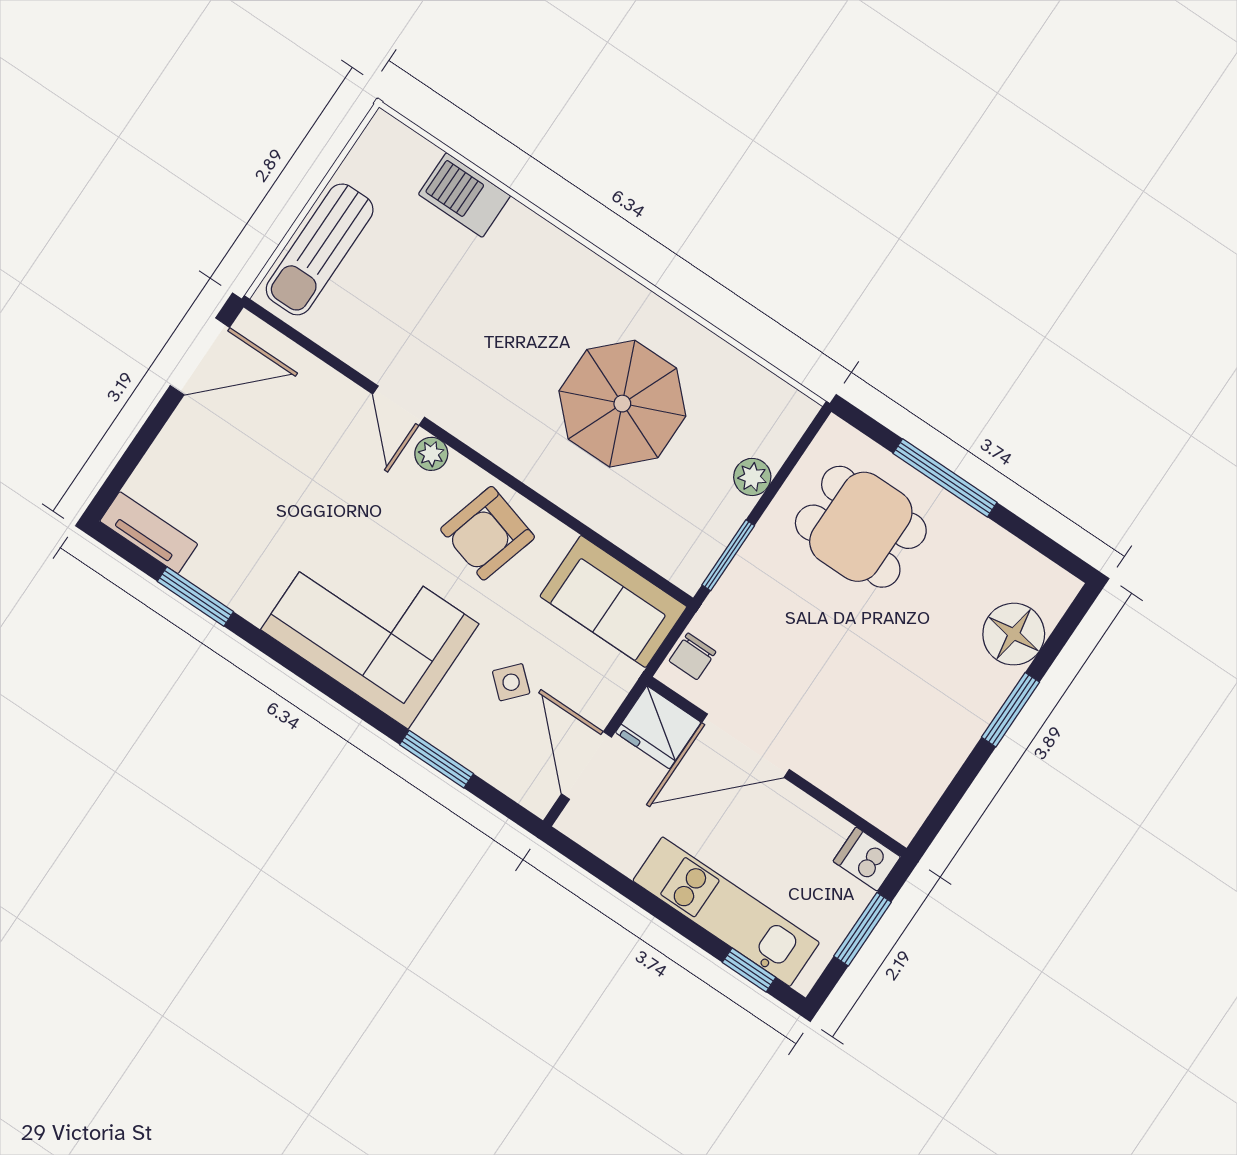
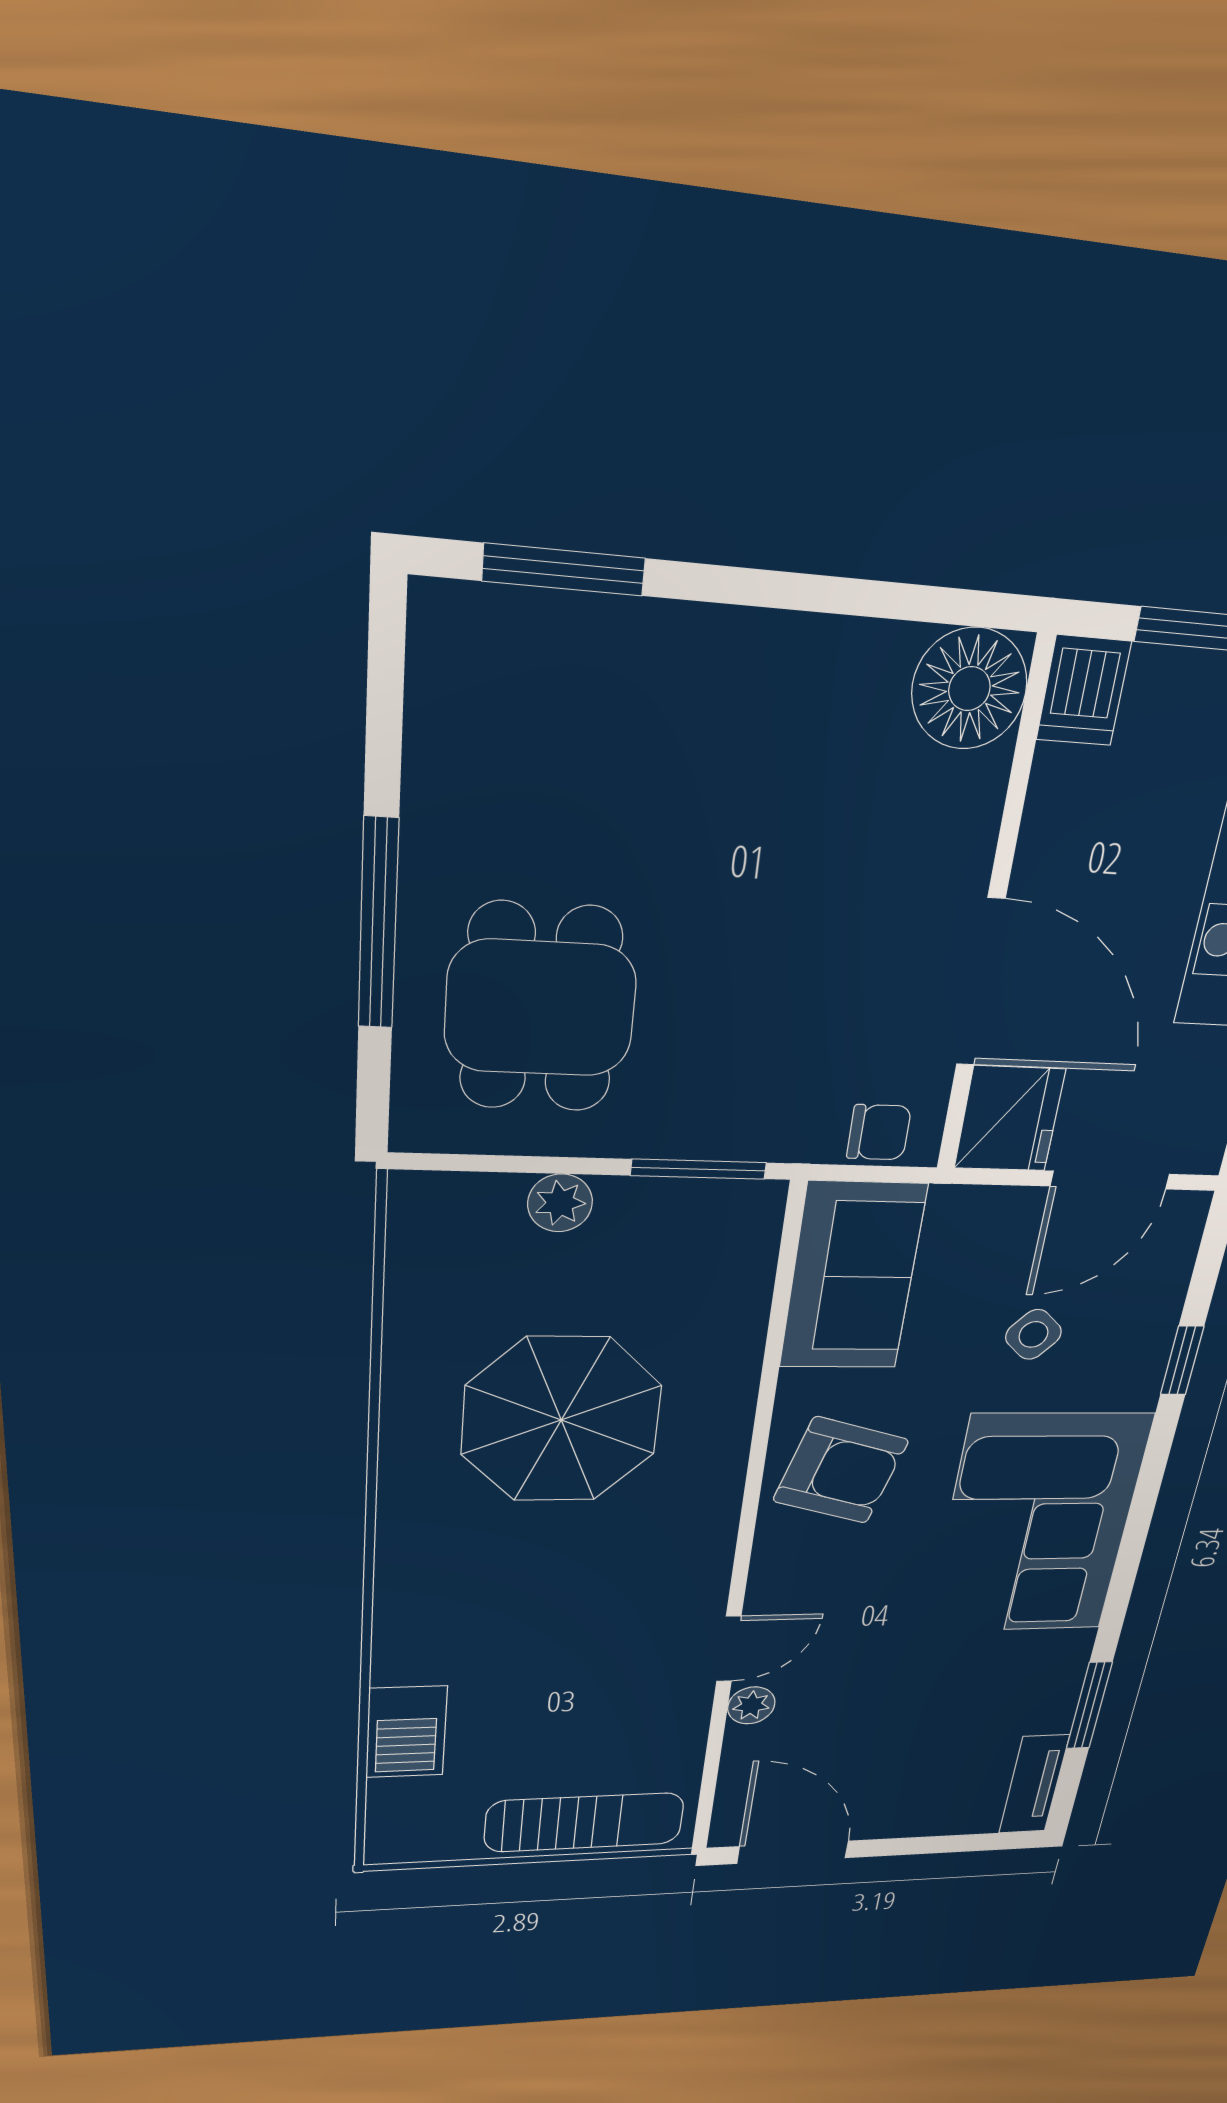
plant: (431, 454) -> (751, 1705), moved
floor lamp: (1014, 634) -> (969, 689), moved
window: (1011, 710) -> (564, 570), moved
window: (437, 759) -> (1182, 1361), width x0.67

